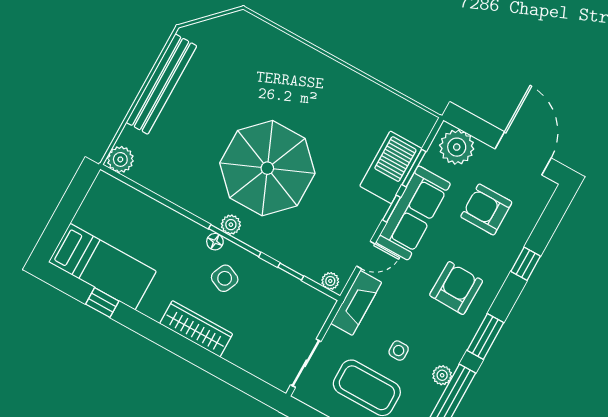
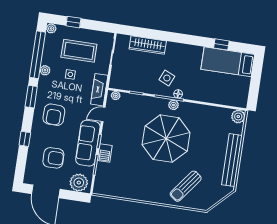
sun lounger: (264, 68) -> (186, 186), added
barbecue: (391, 167) -> (105, 153), width x0.53, depth x0.65
wardrobe: (196, 329) -> (148, 45), moved

